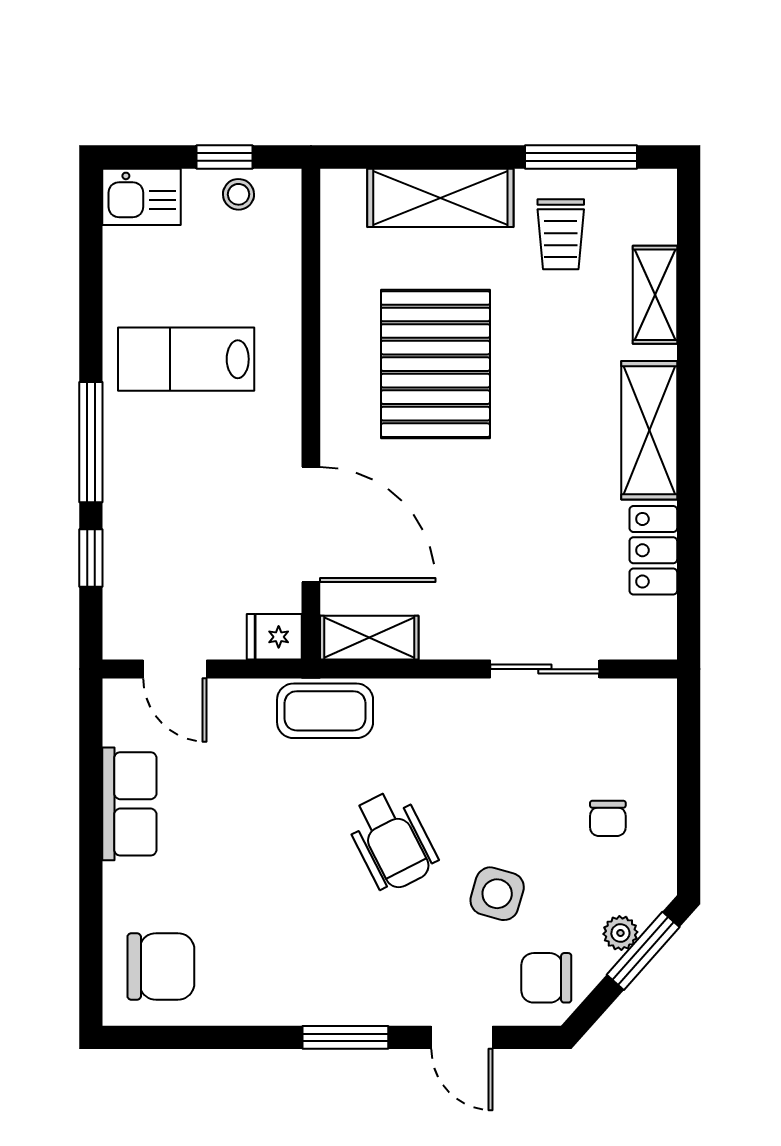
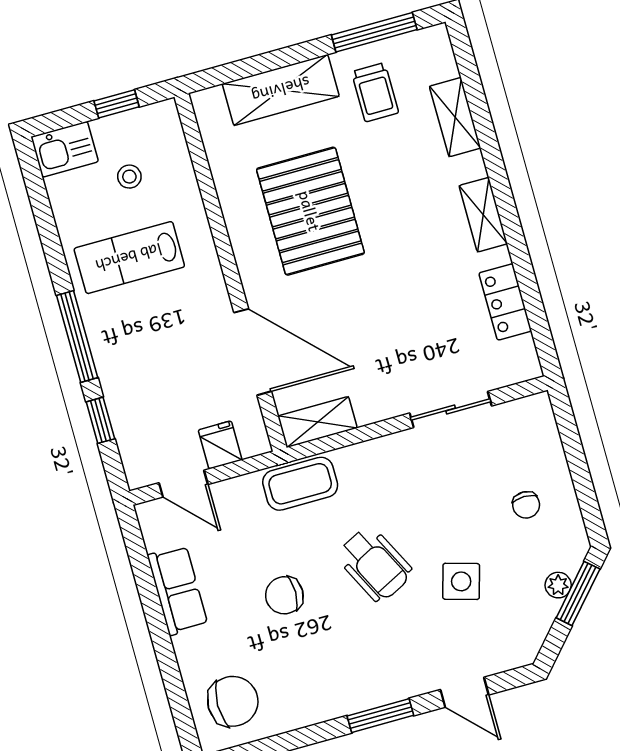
stool: (239, 194) -> (129, 177), moved
shelving: (649, 430) -> (483, 215), width x0.67, depth x0.75
fridge: (274, 637) -> (220, 445), moved, turned 90
chair: (546, 978) -> (284, 595), moved

